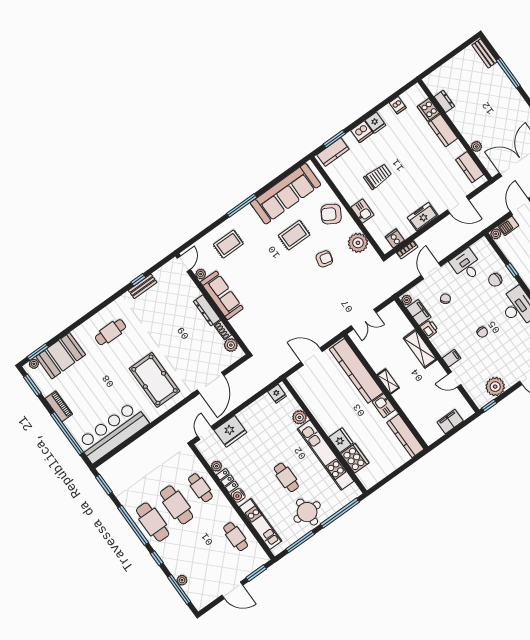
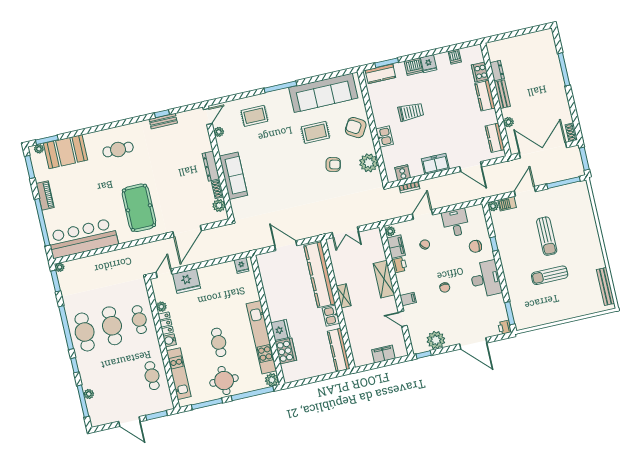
bench: (485, 53) -> (502, 94), moved
sofa: (222, 295) -> (233, 176), moved
plant: (299, 417) -> (272, 380), moved
plant: (102, 470) -> (60, 267), added

